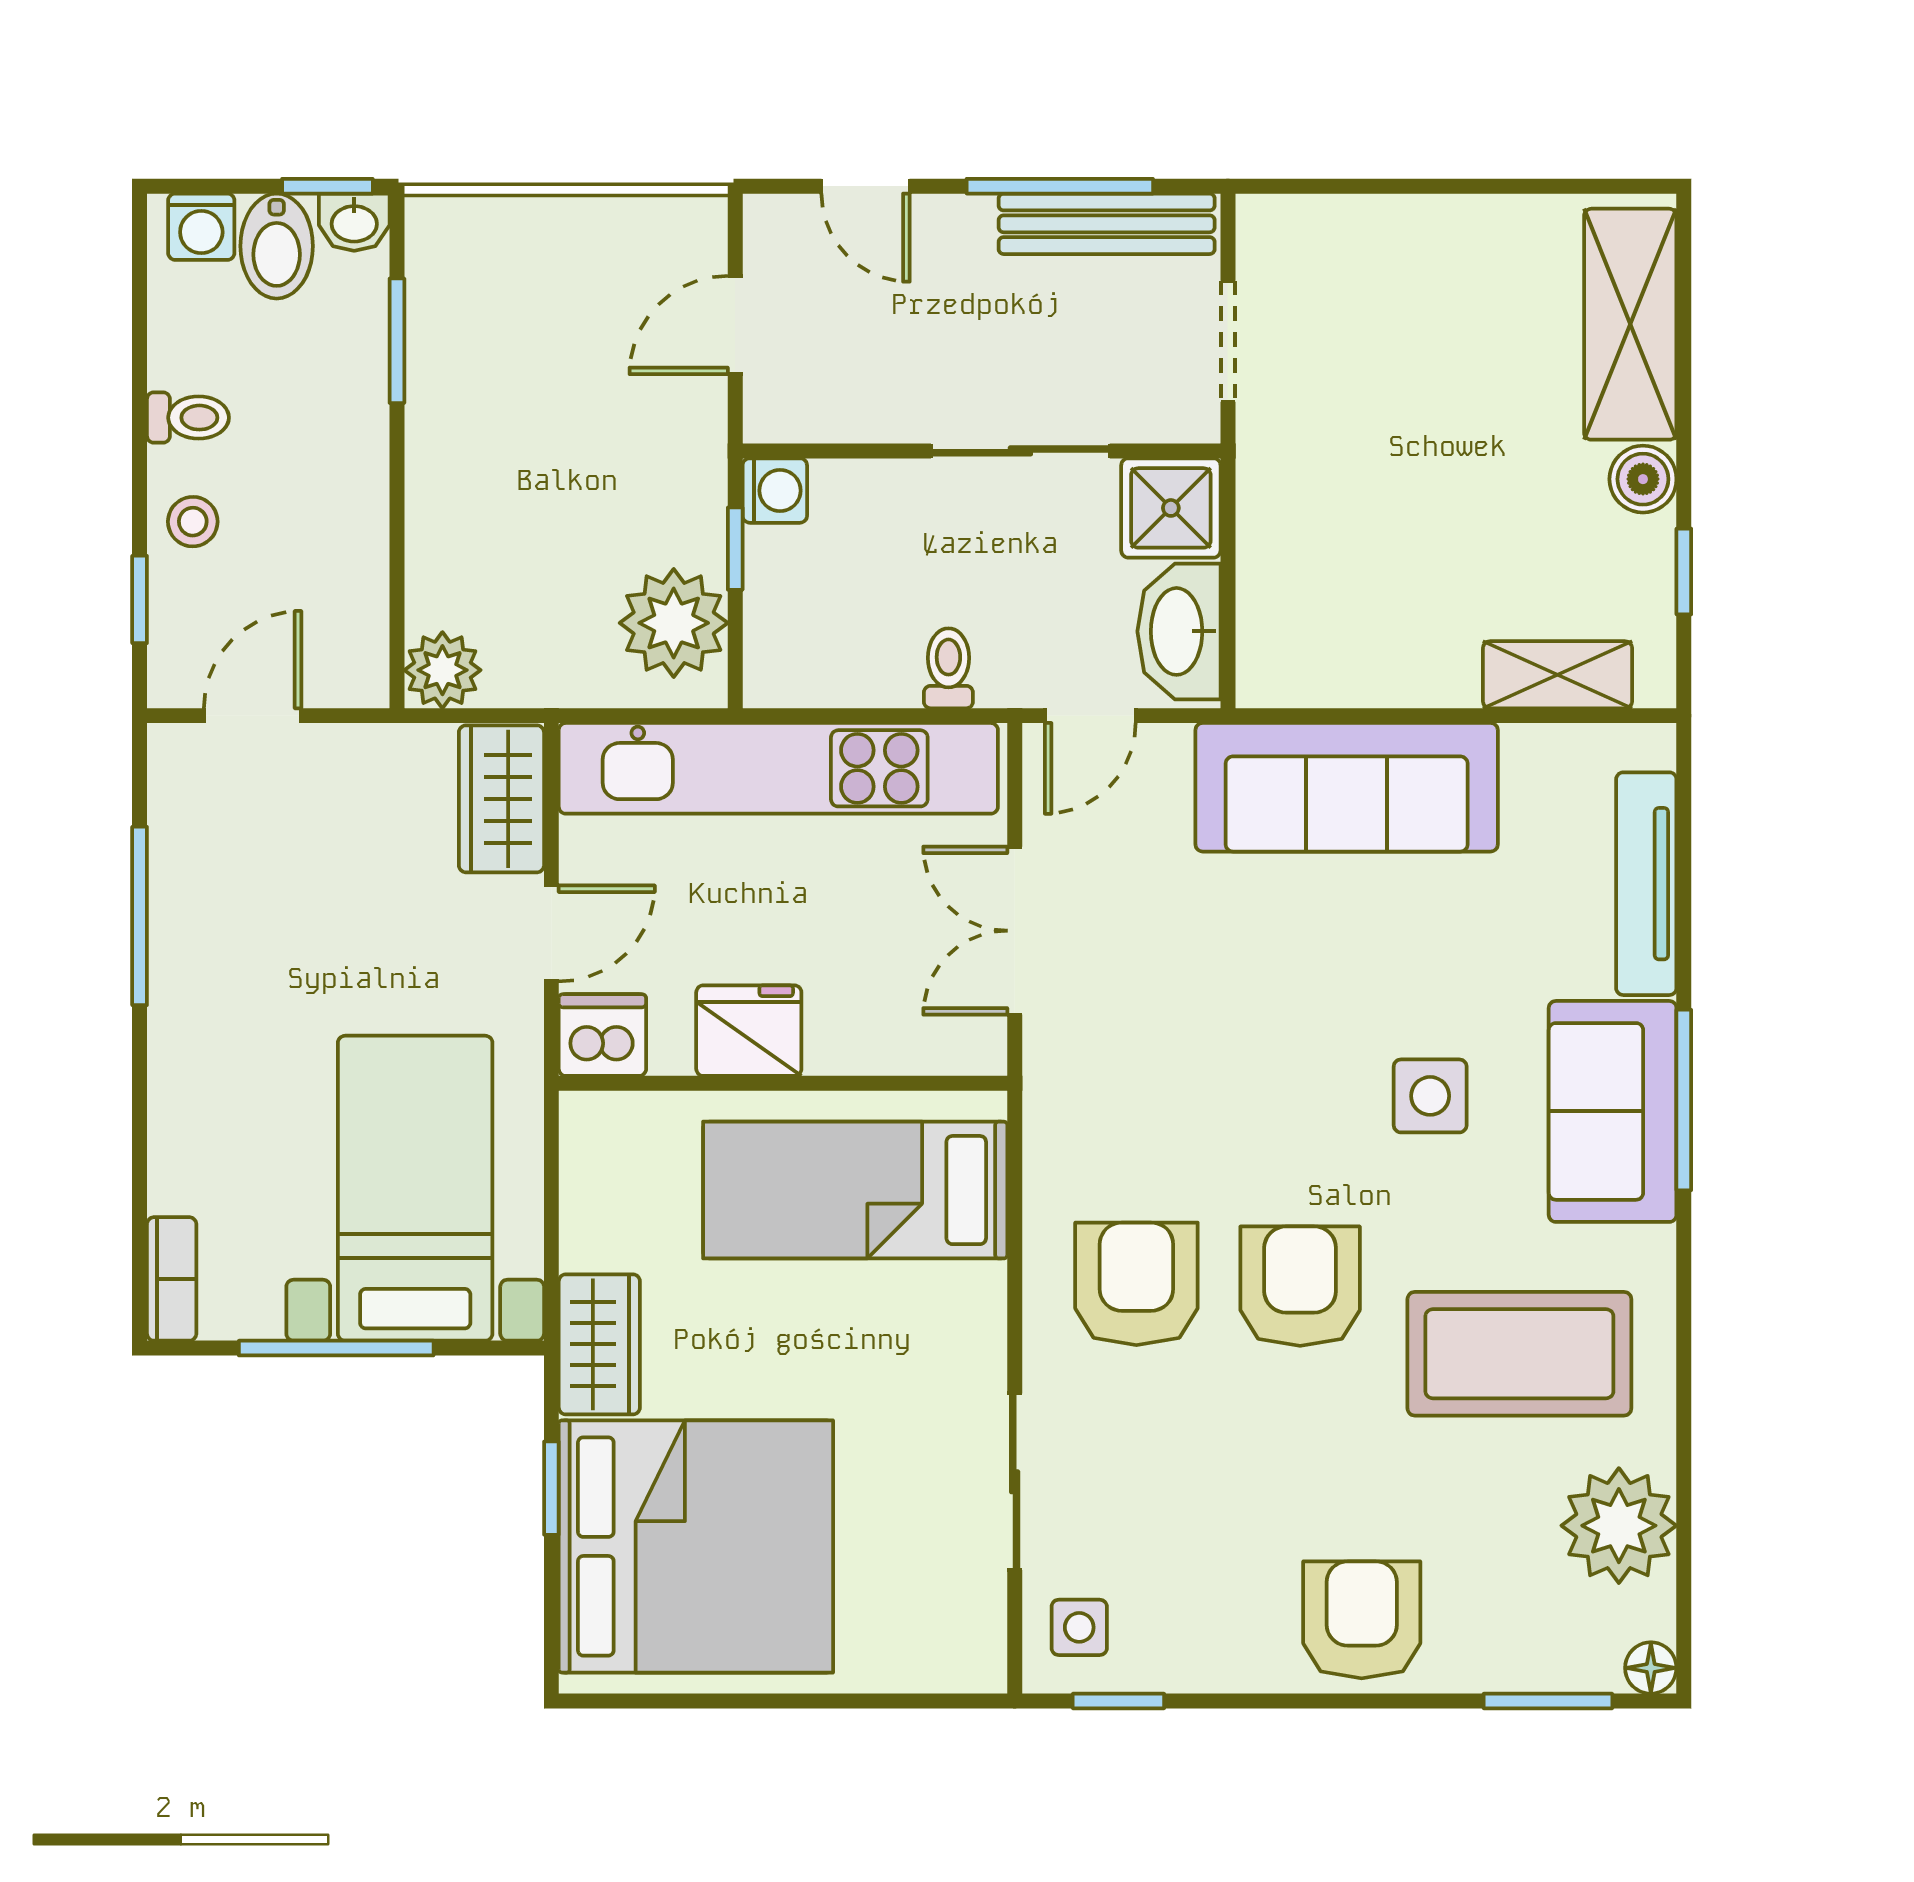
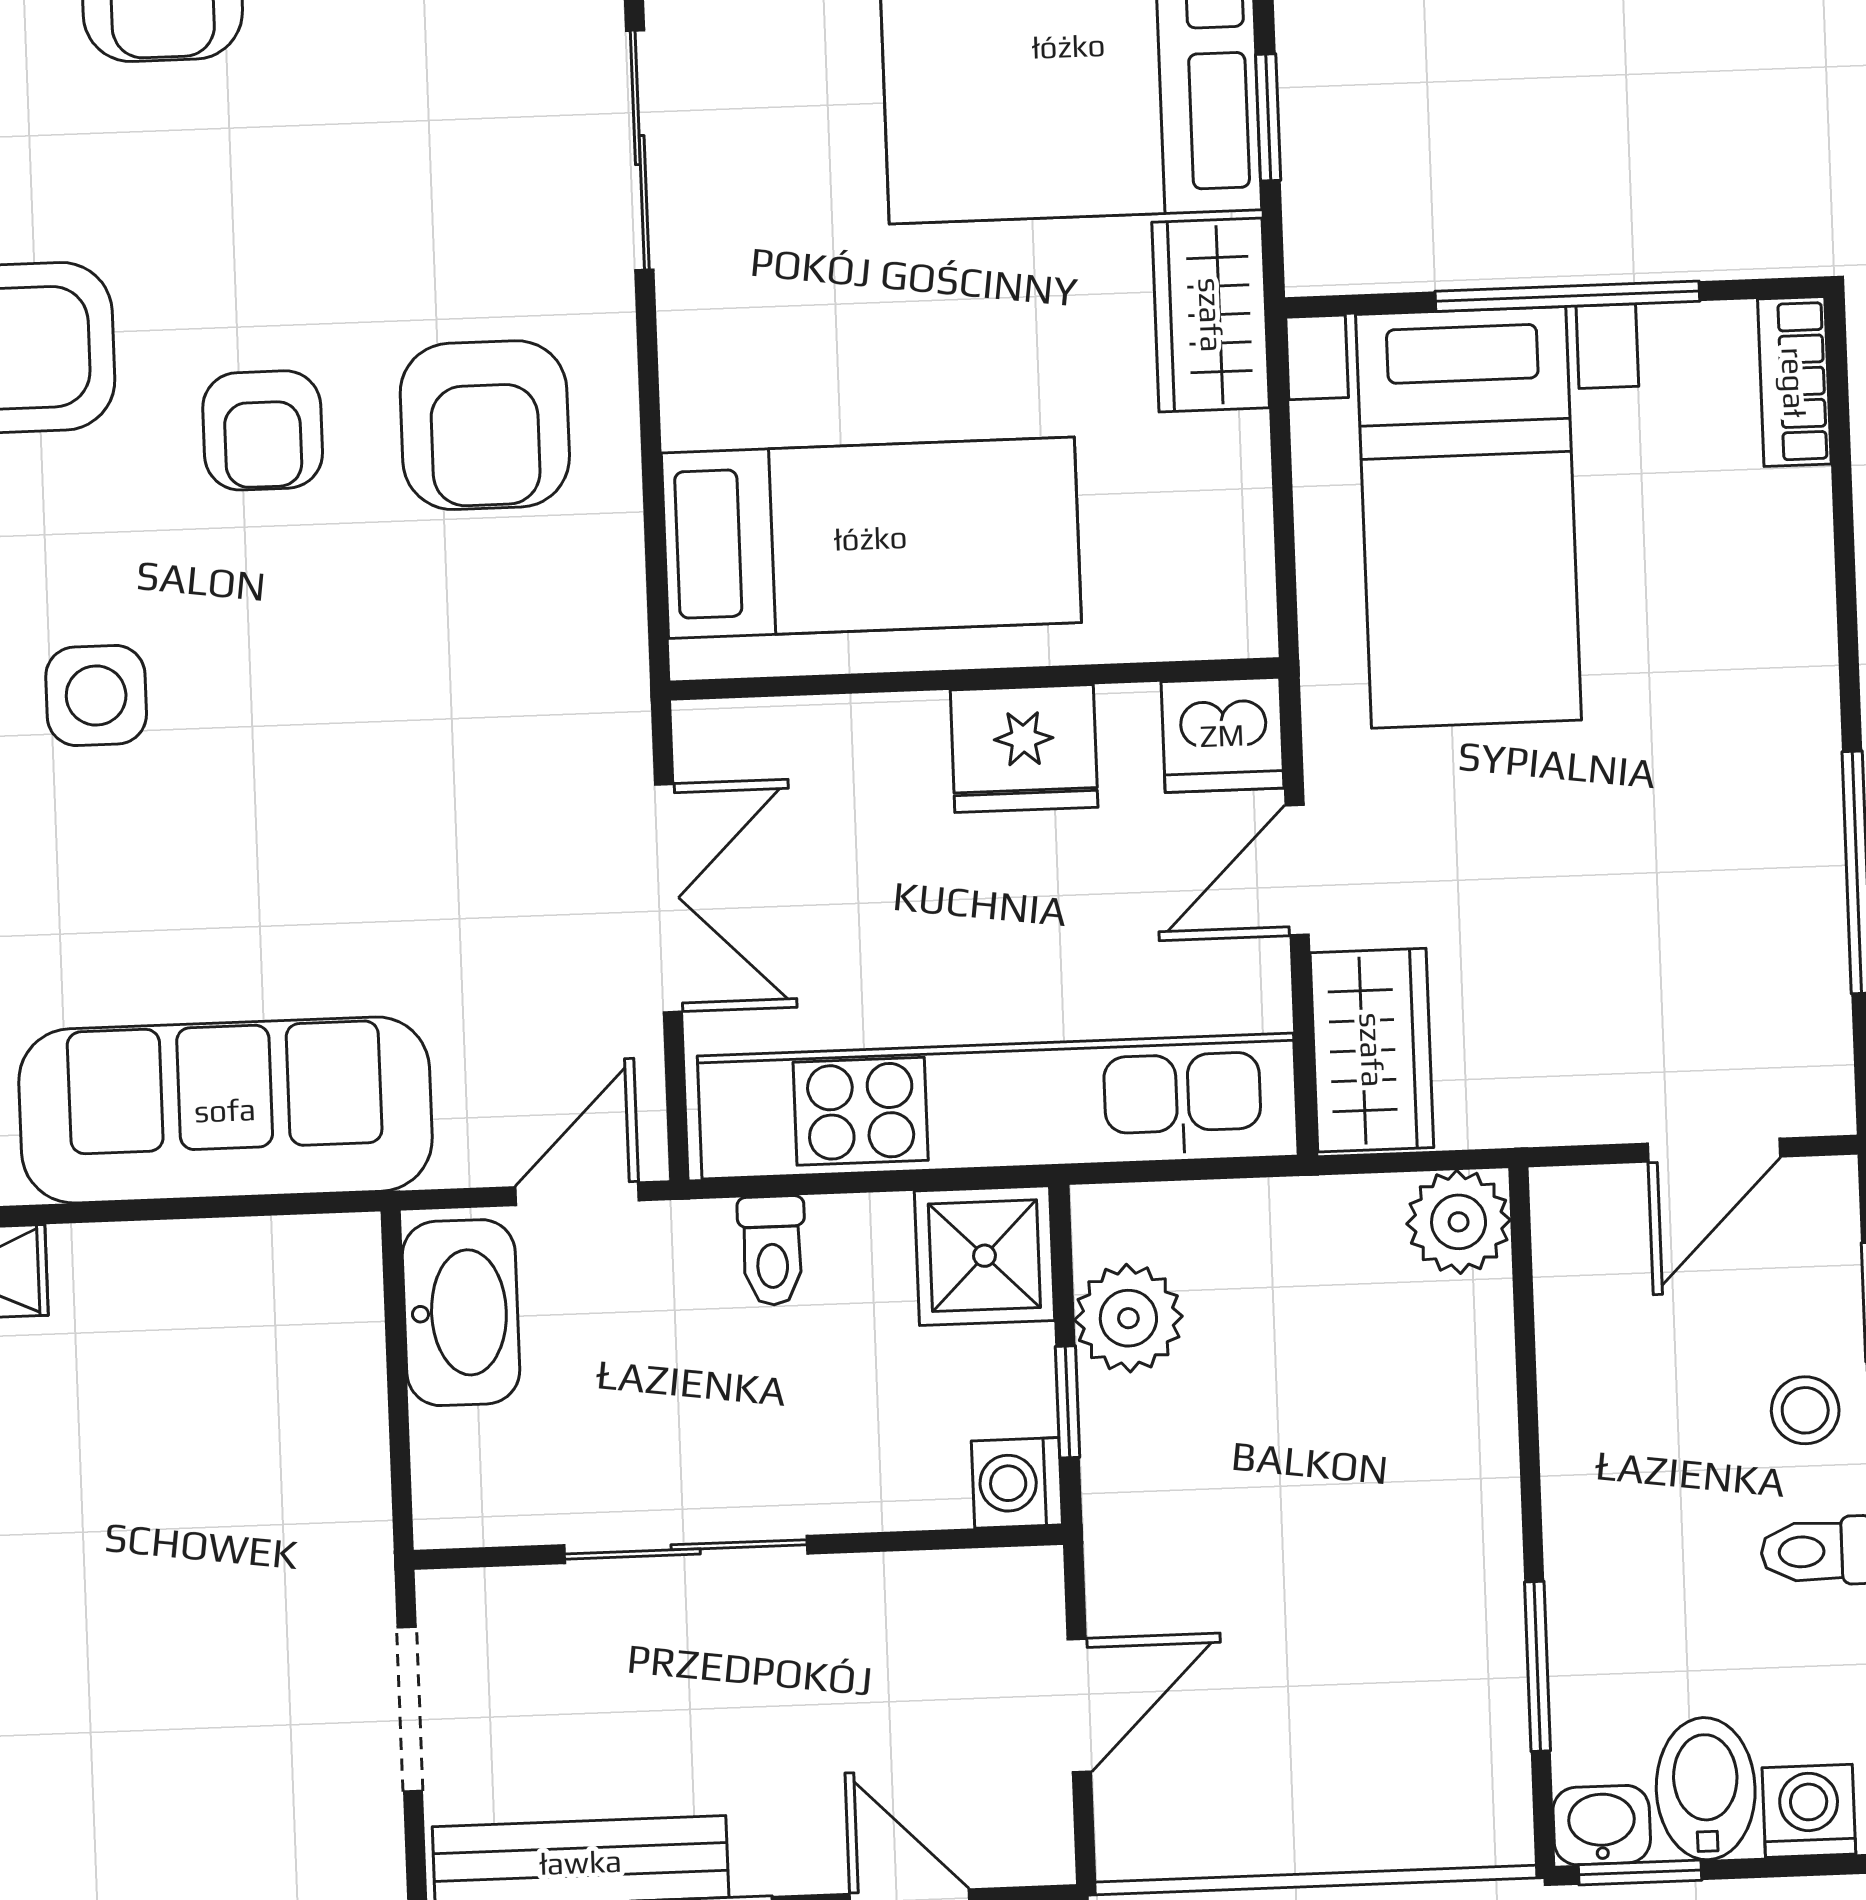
shower: (1171, 508) -> (984, 1256), moved
plant: (674, 623) -> (1128, 1318), width x0.73, depth x0.73
armchair: (1300, 1286) -> (263, 430), width x0.72, depth x0.72

